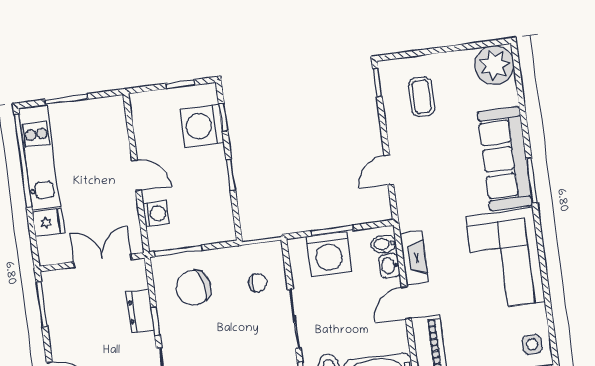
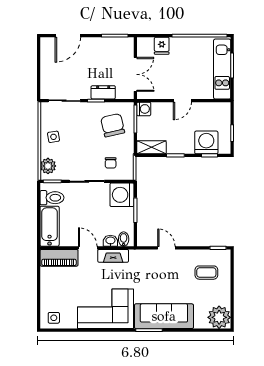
kitchen unit: (39, 158) -> (222, 69), moved, turned 90
washing machine: (156, 214) -> (144, 109), moved, turned -90
shelving: (222, 217) -> (152, 147), added
washing machine: (329, 254) -> (122, 195), moved

